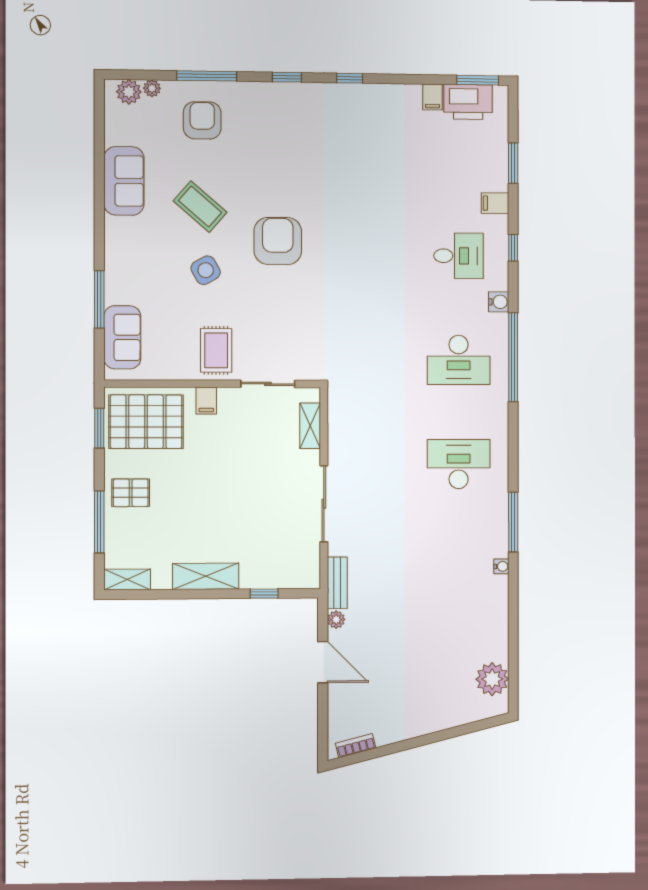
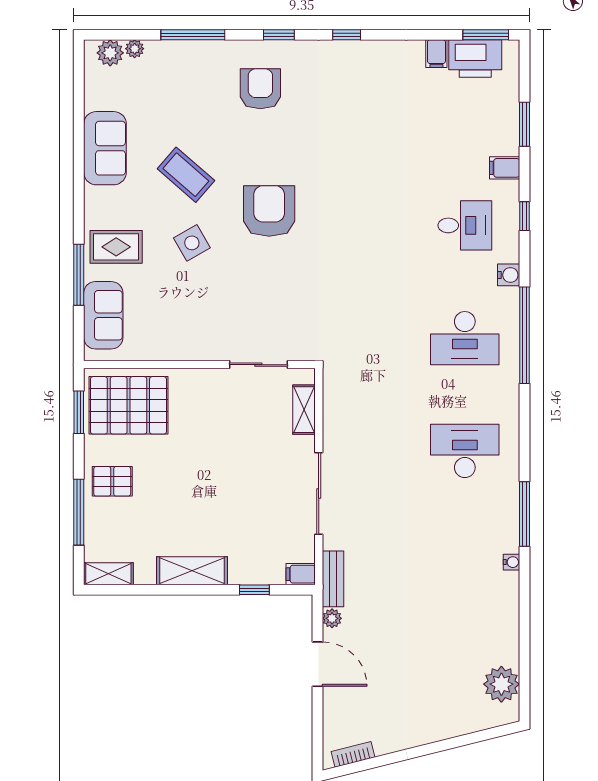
armchair: (202, 120) -> (260, 89), moved
rug: (216, 350) -> (116, 247), moved, turned 90
filing cabinet: (206, 401) -> (301, 574), moved, turned 90

